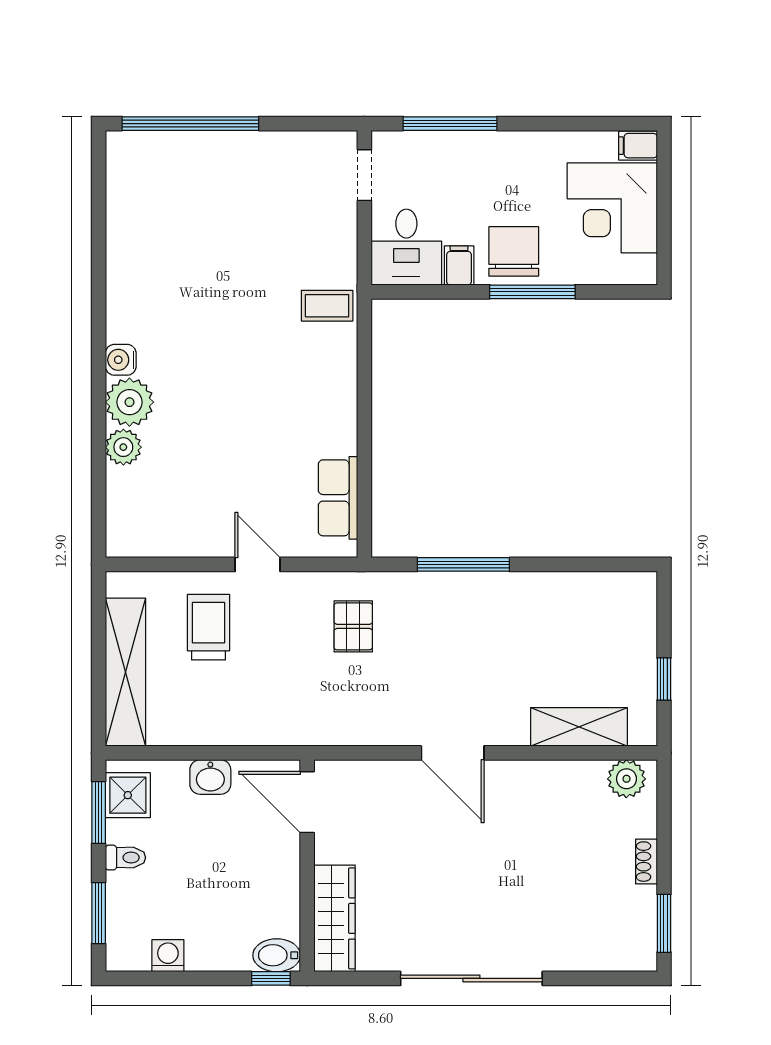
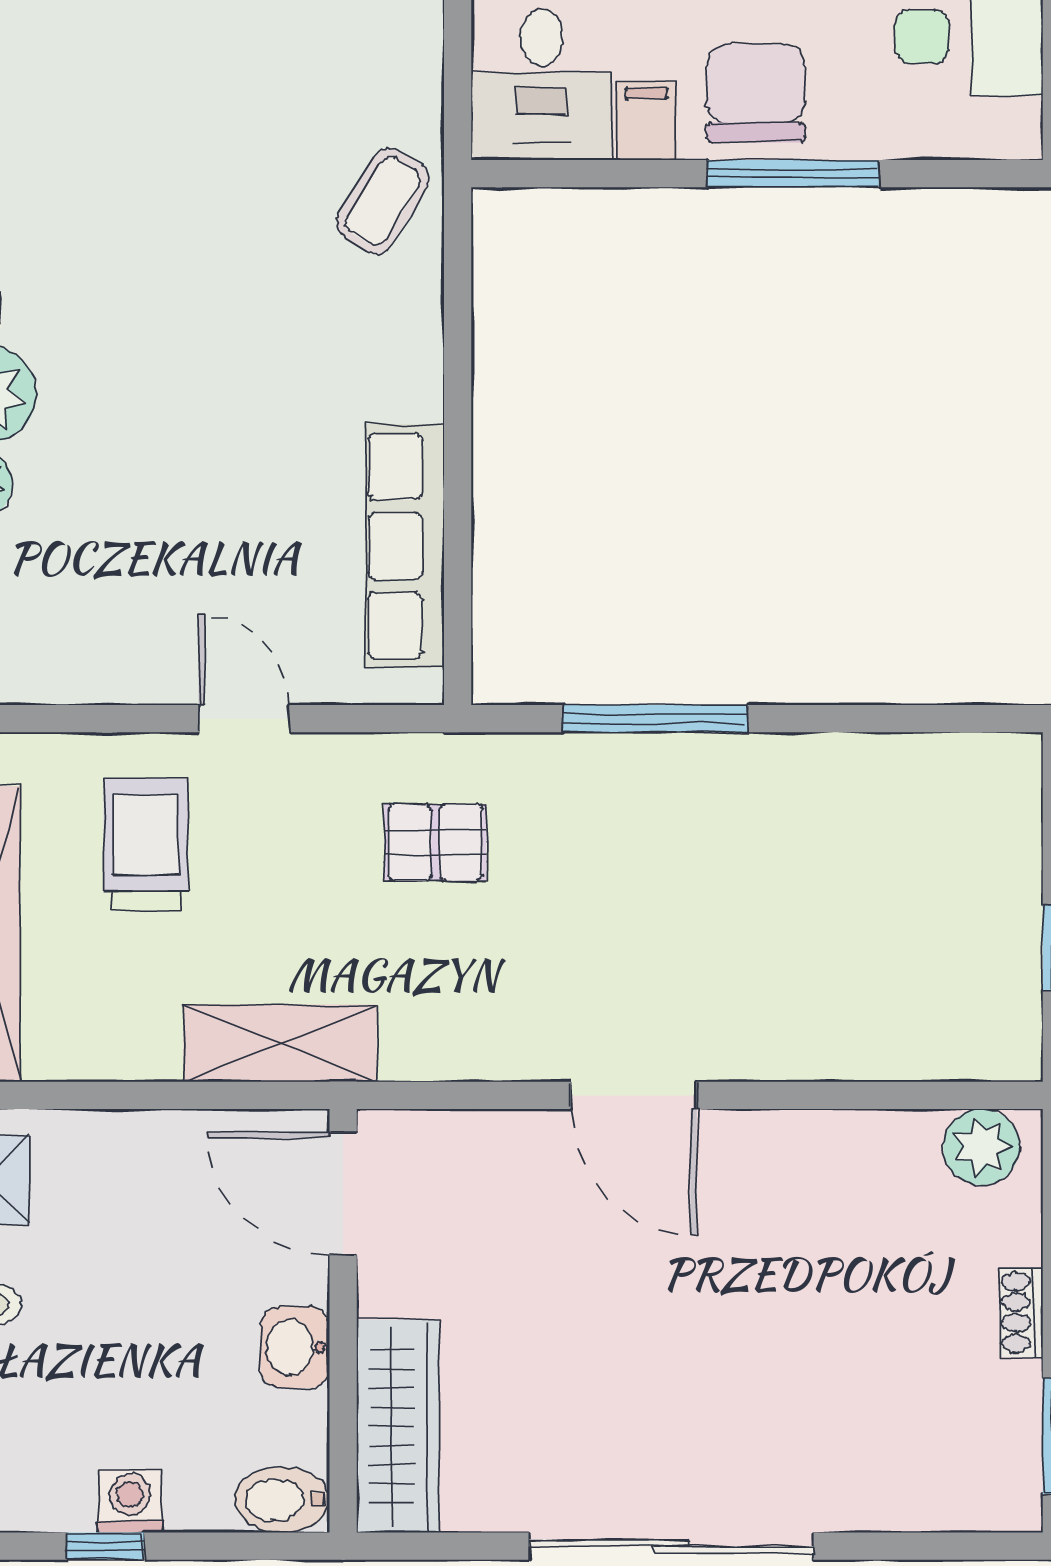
coffee table: (327, 306) -> (383, 201), turned -58
row of seats: (338, 498) -> (405, 546), width x1.48
pallet: (353, 626) -> (435, 842), turned 90
shelving: (579, 727) -> (280, 1043), moved
washbasin: (210, 777) -> (295, 1347), moved, turned 90
washing machine: (168, 956) -> (130, 1501), moved
window: (271, 978) -> (105, 1546), moved

